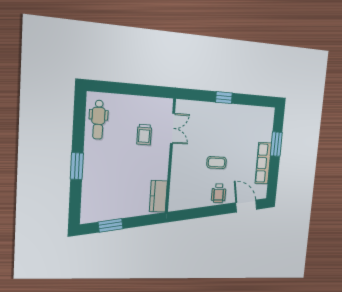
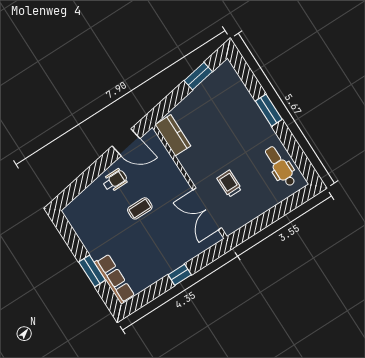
double door: (173, 128) -> (207, 209), width x1.37
row of seats: (263, 163) -> (114, 279), moved
wheelchair: (219, 193) -> (115, 180), turned 90
door: (246, 206) -> (126, 142), moved

